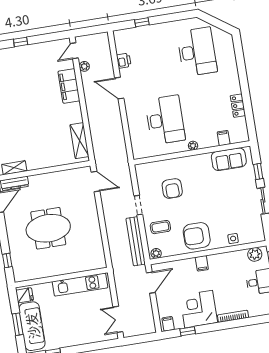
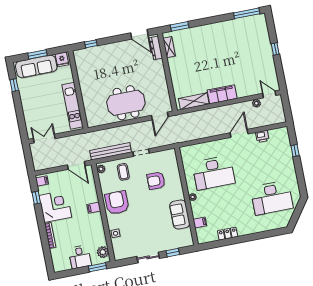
filing cabinet: (69, 86) -> (222, 94), moved
sofa: (229, 159) -> (180, 215), moved
meeting table: (48, 228) -> (126, 103), moved, turned 90

